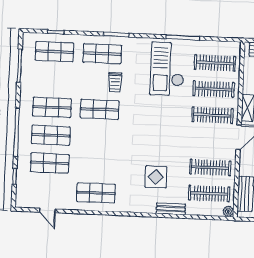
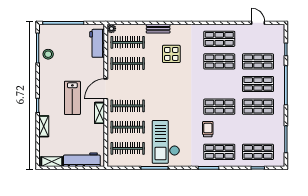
checkout: (167, 69) -> (166, 142), turned 180
shop shelf: (97, 165) -> (219, 61), added

